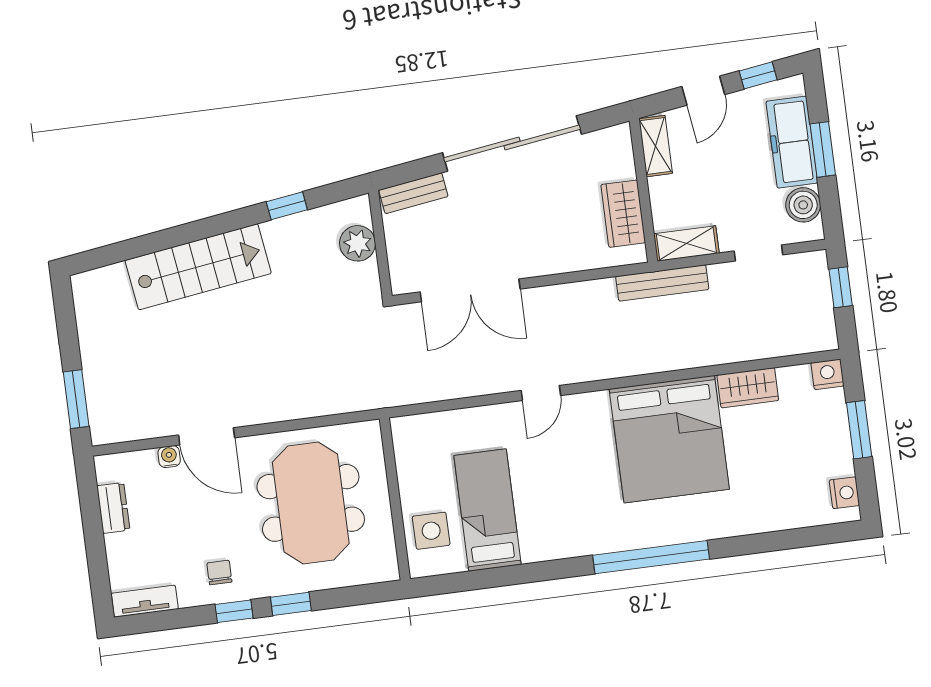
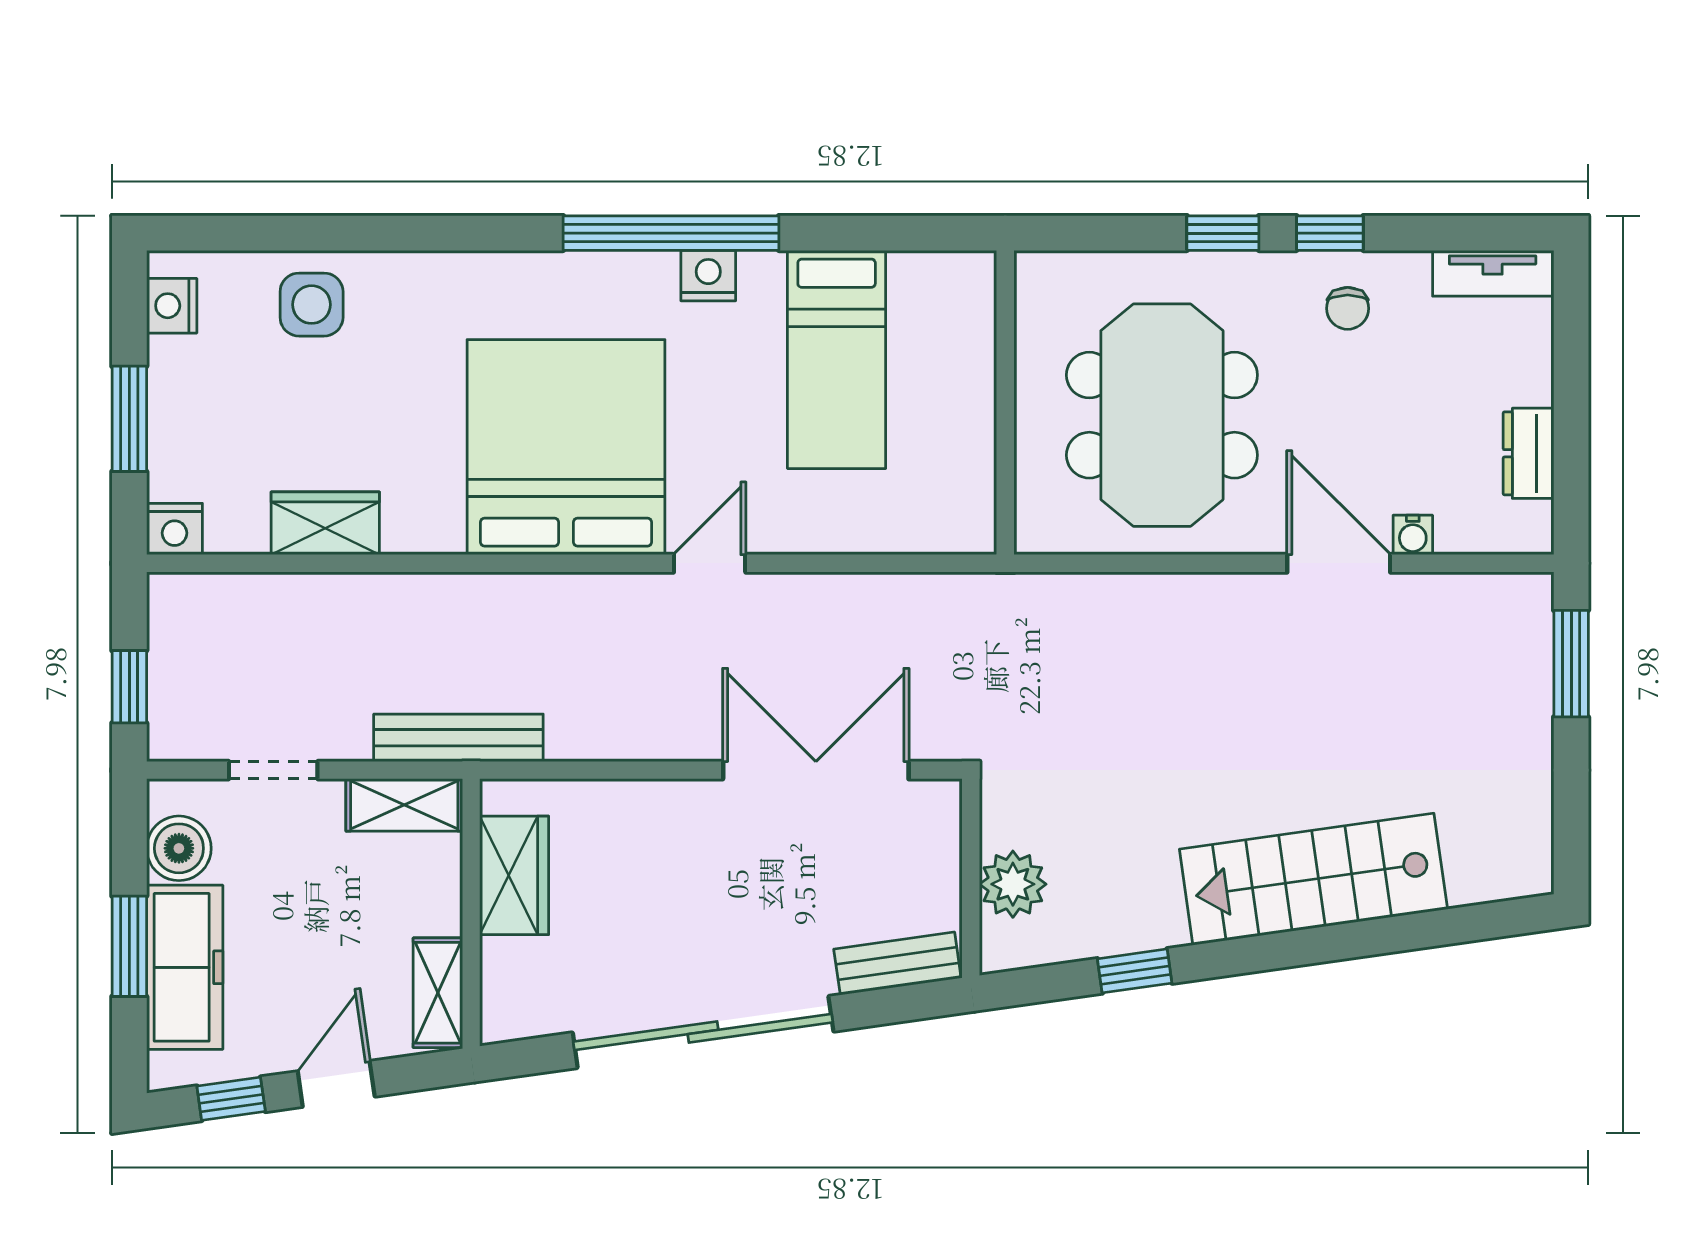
bed: (669, 439) -> (566, 447), moved
side table: (431, 531) -> (312, 305), moved
nightstand: (561, 546) -> (708, 276), added
window: (651, 557) -> (671, 233), moved

